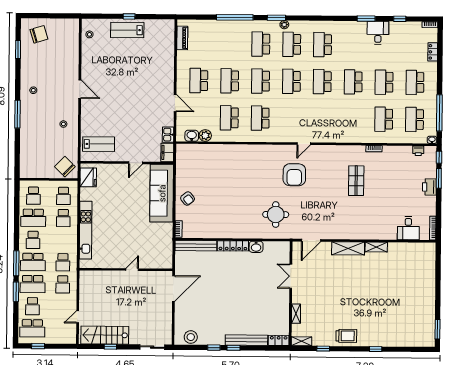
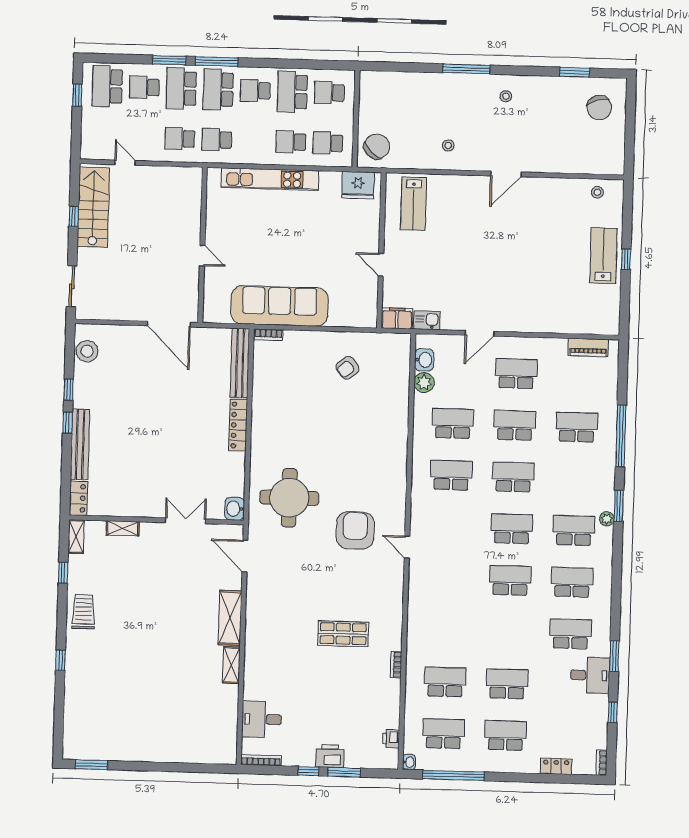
school desk: (261, 44) -> (577, 427), moved
school desk: (353, 82) -> (571, 634), moved
window: (439, 157) -> (308, 771), moved
armchair: (294, 175) -> (355, 530), turned 90
sofa: (162, 193) -> (279, 306), moved
armchair: (188, 199) -> (347, 368), moved
round table: (276, 214) -> (289, 498), width x1.36, depth x1.36
washbasin: (256, 247) -> (235, 509), moved
trolley: (346, 336) -> (84, 612), turned 180

